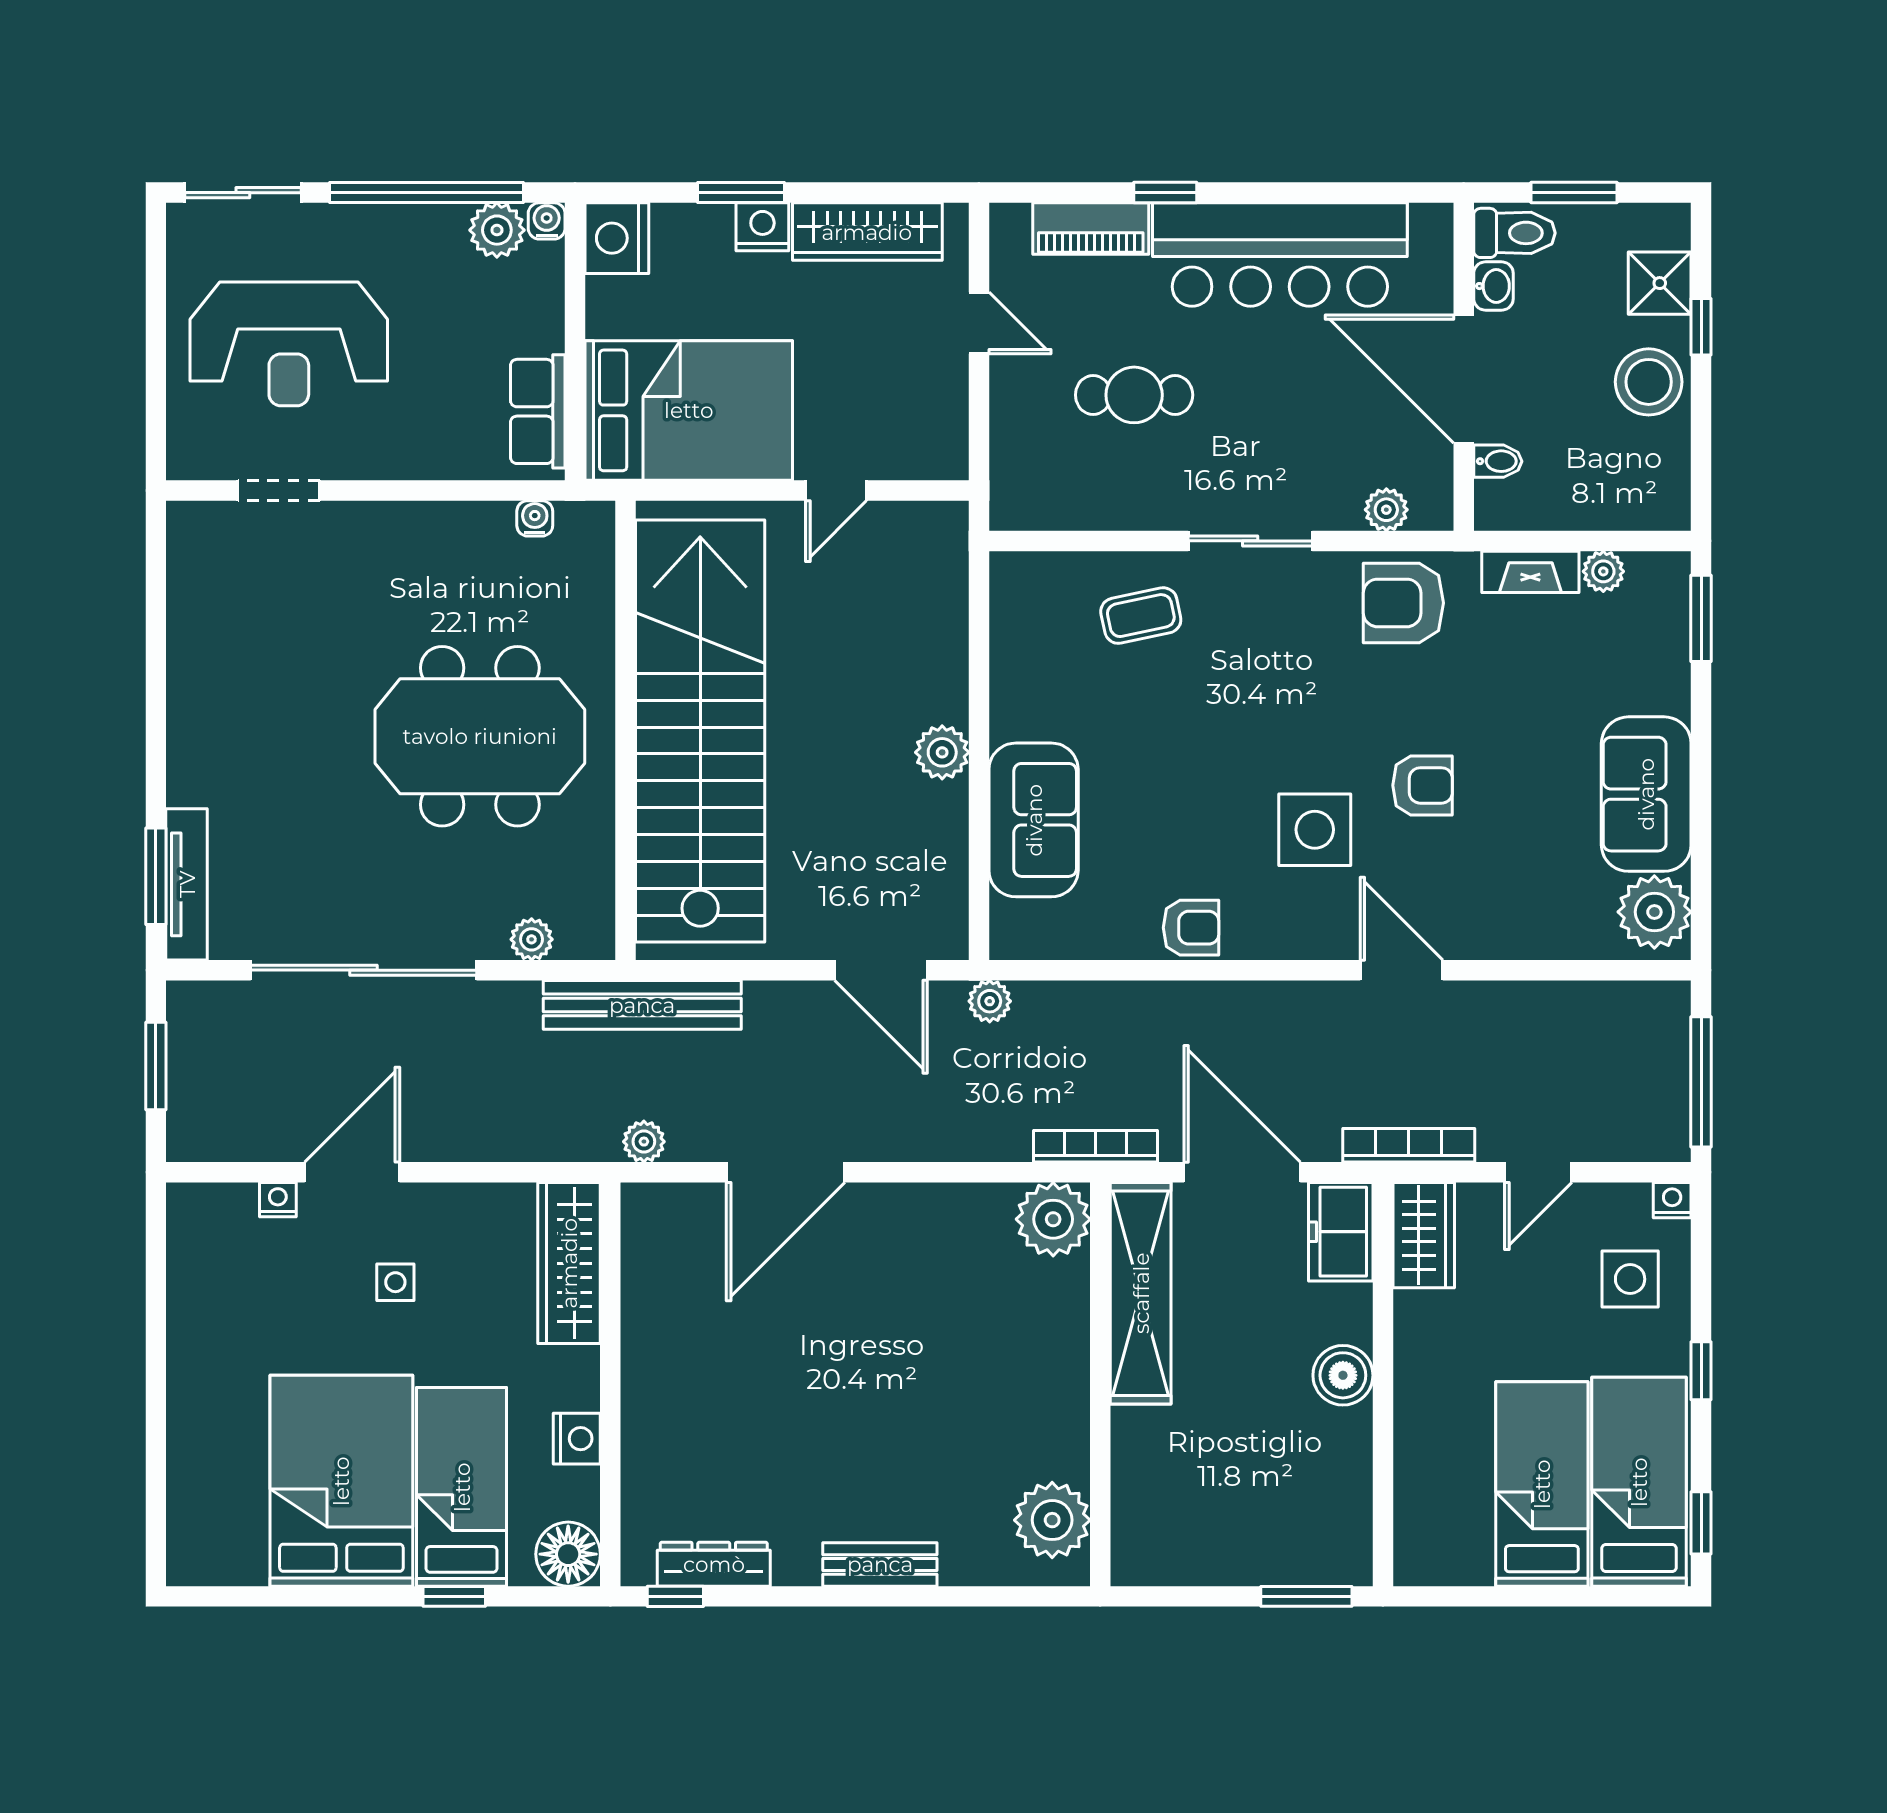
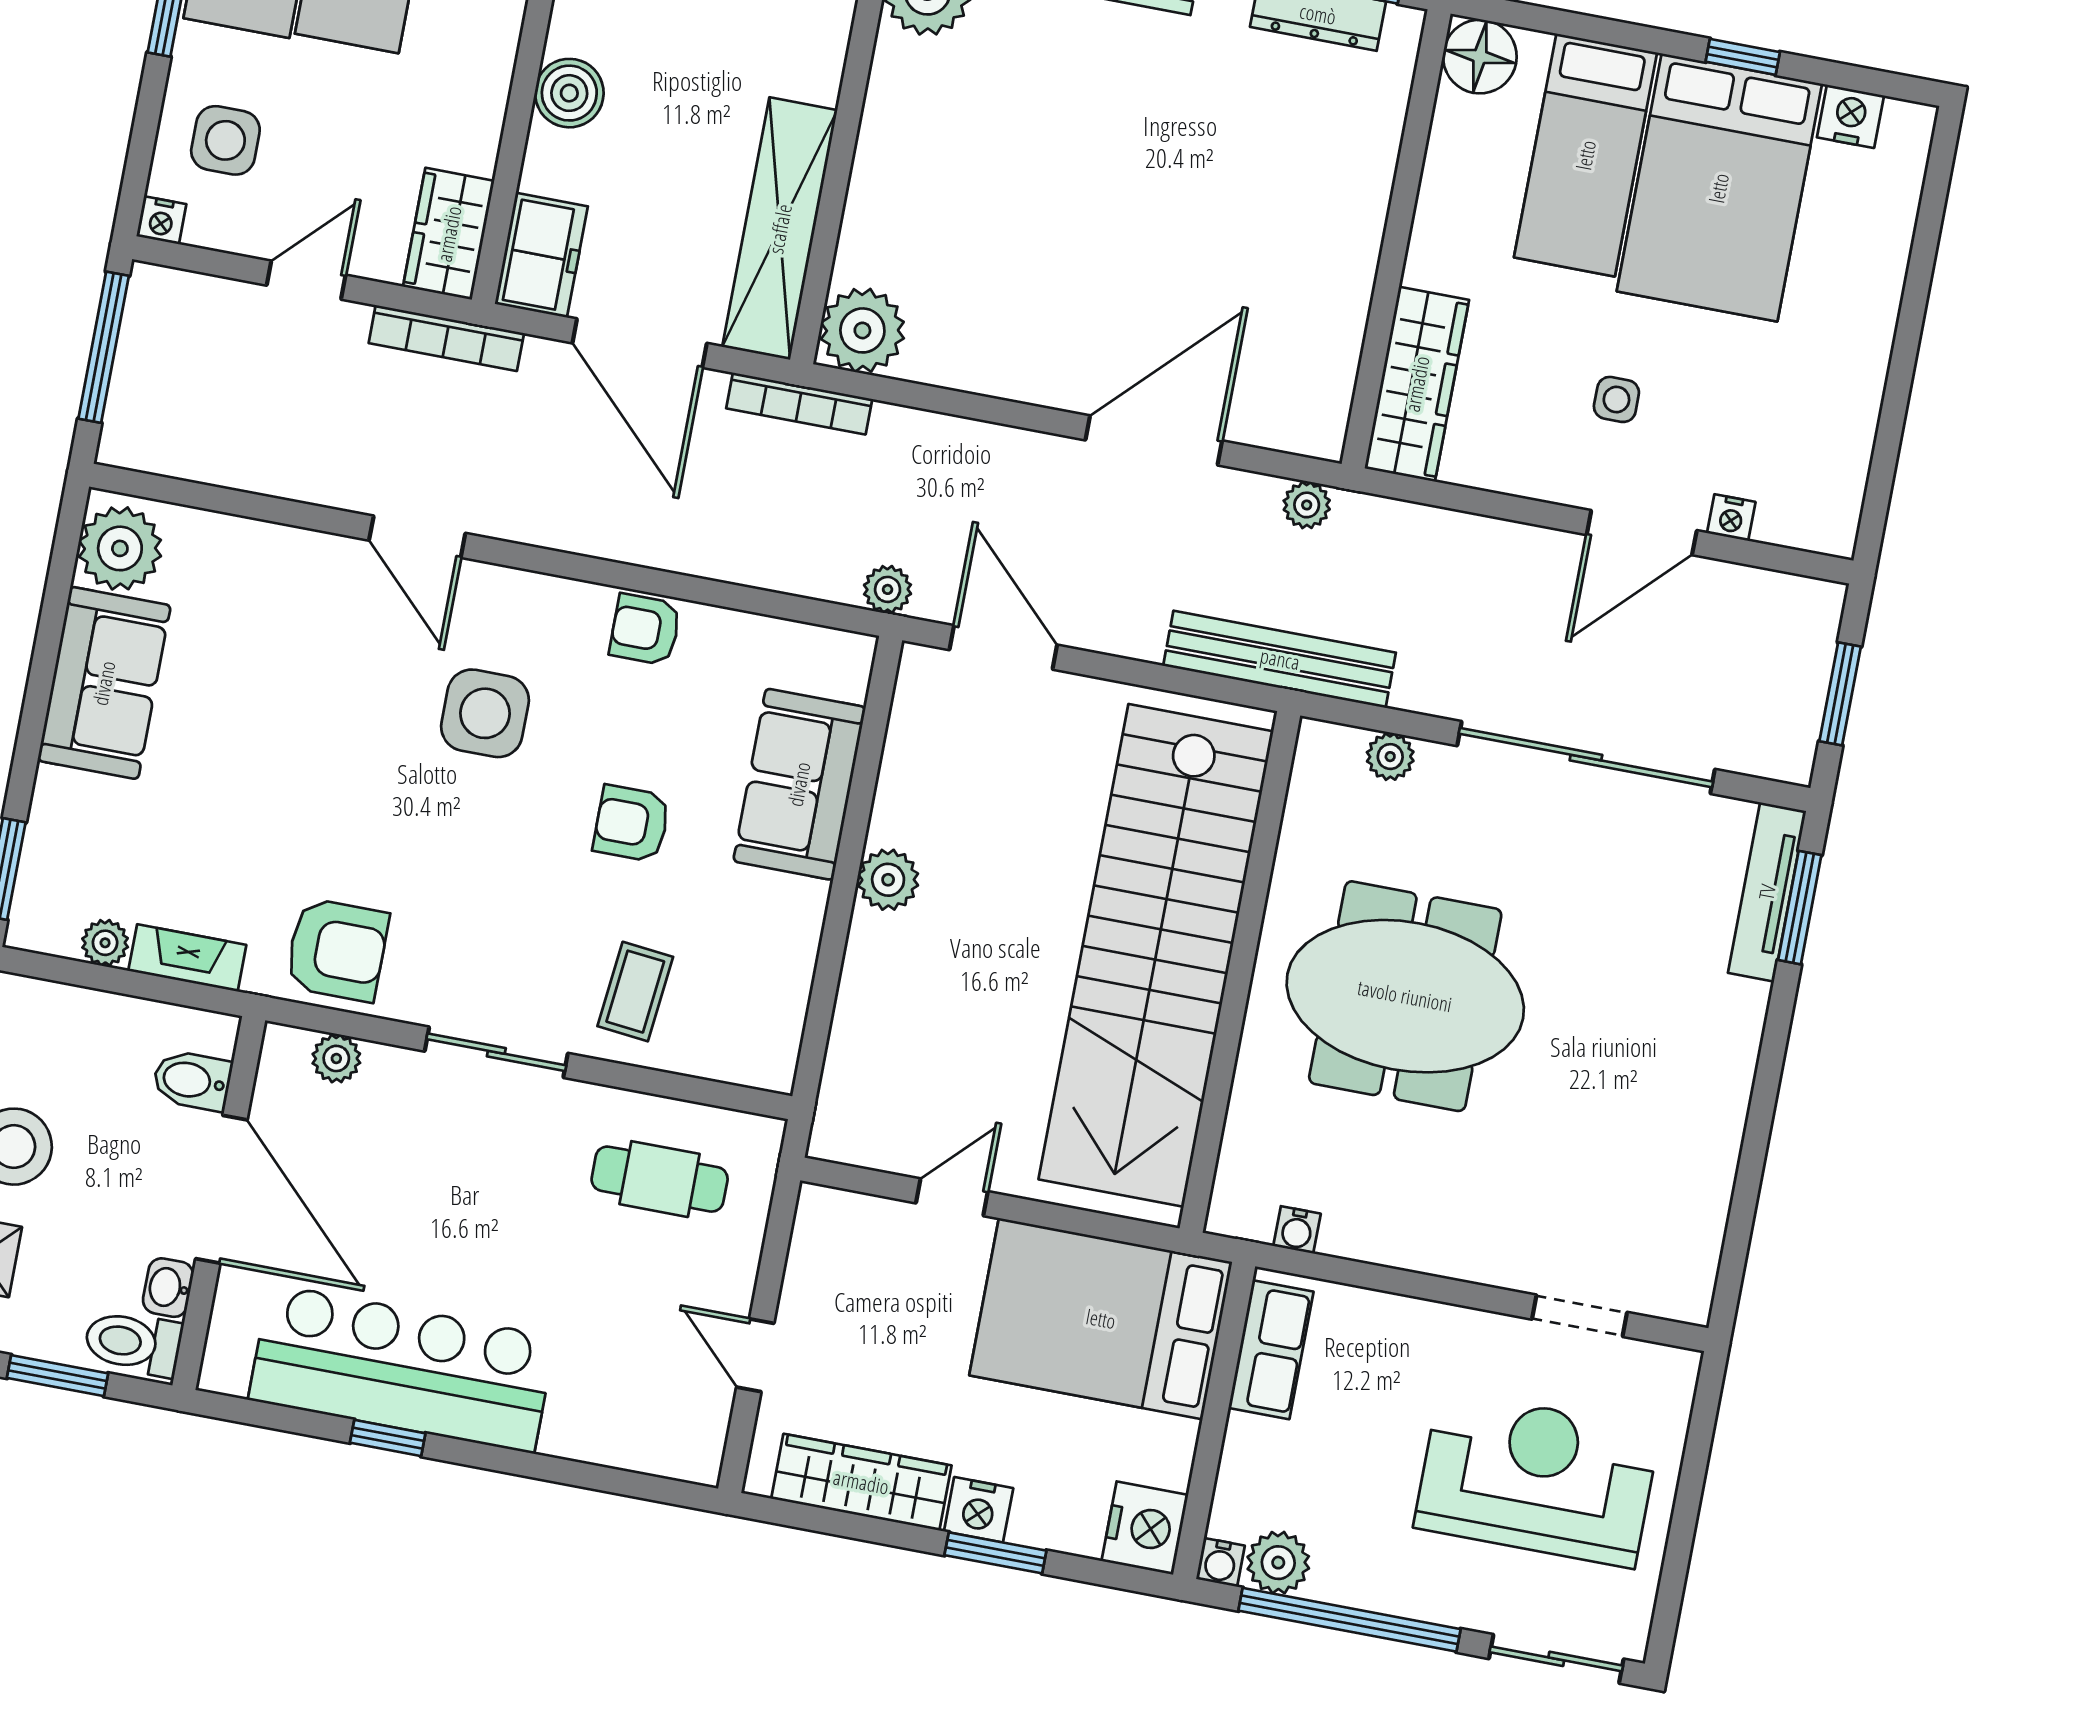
window: (1165, 193) -> (388, 1438), moved
piano: (1091, 229) -> (609, 1438), removed
cafe table: (1134, 395) -> (660, 1179), moved
bidet: (1498, 461) -> (192, 1081), width x1.38, depth x1.36
coffee table: (1141, 616) -> (635, 992), turned -72
armchair: (1422, 785) -> (632, 824), moved
nightstand: (577, 1439) -> (1850, 116), moved, turned 90
window: (454, 1596) -> (1743, 57), moved

